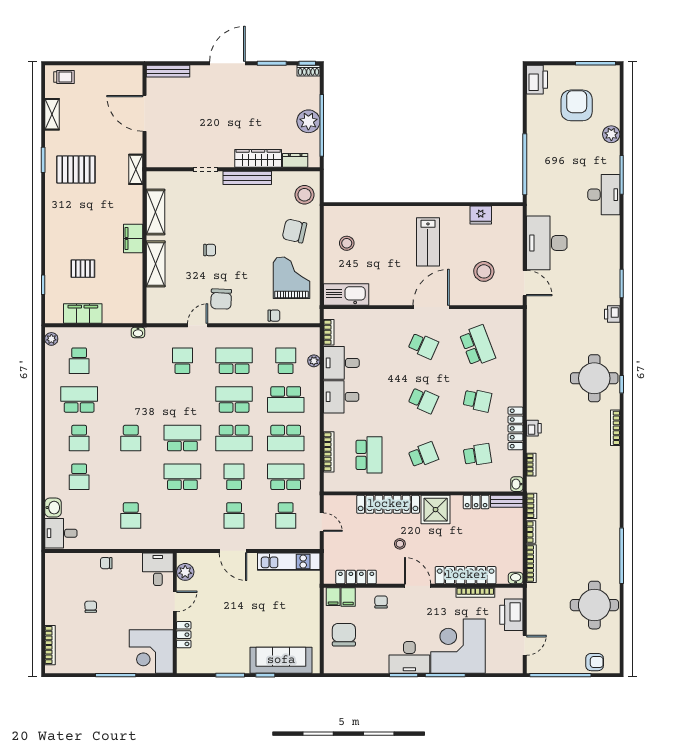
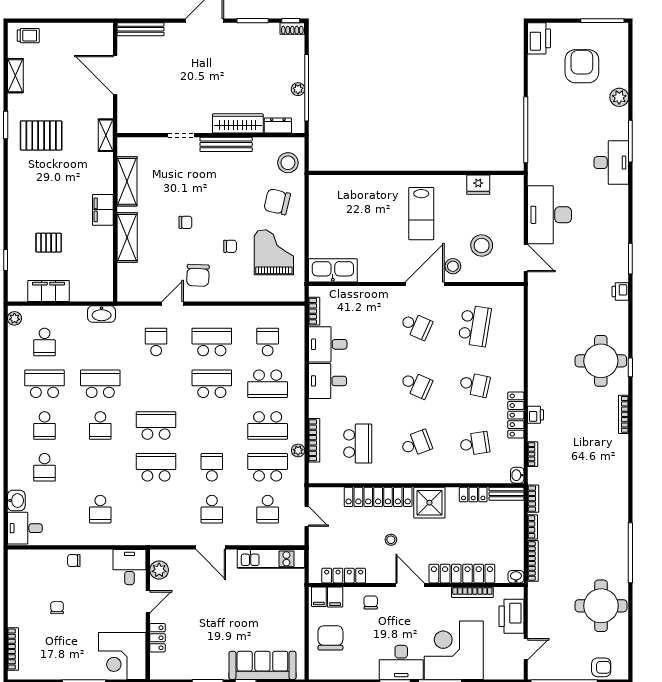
plant: (308, 121) -> (298, 89), width x0.53, depth x0.53
stool: (347, 243) -> (453, 266), moved
chair: (274, 316) -> (230, 246), moved
washbasin: (138, 332) -> (102, 314), width x1.91, depth x1.45
school desk: (477, 346) -> (475, 326), turned 30
plant: (314, 361) -> (298, 450), moved
school desk: (234, 438) -> (100, 384), moved, turned 180

